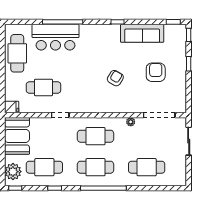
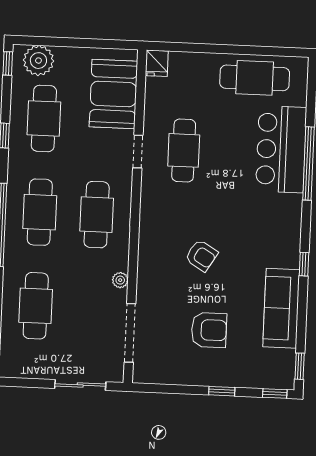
cafe table: (43, 87) -> (184, 150), moved
booth: (17, 136) -> (113, 94), moved, turned 90

